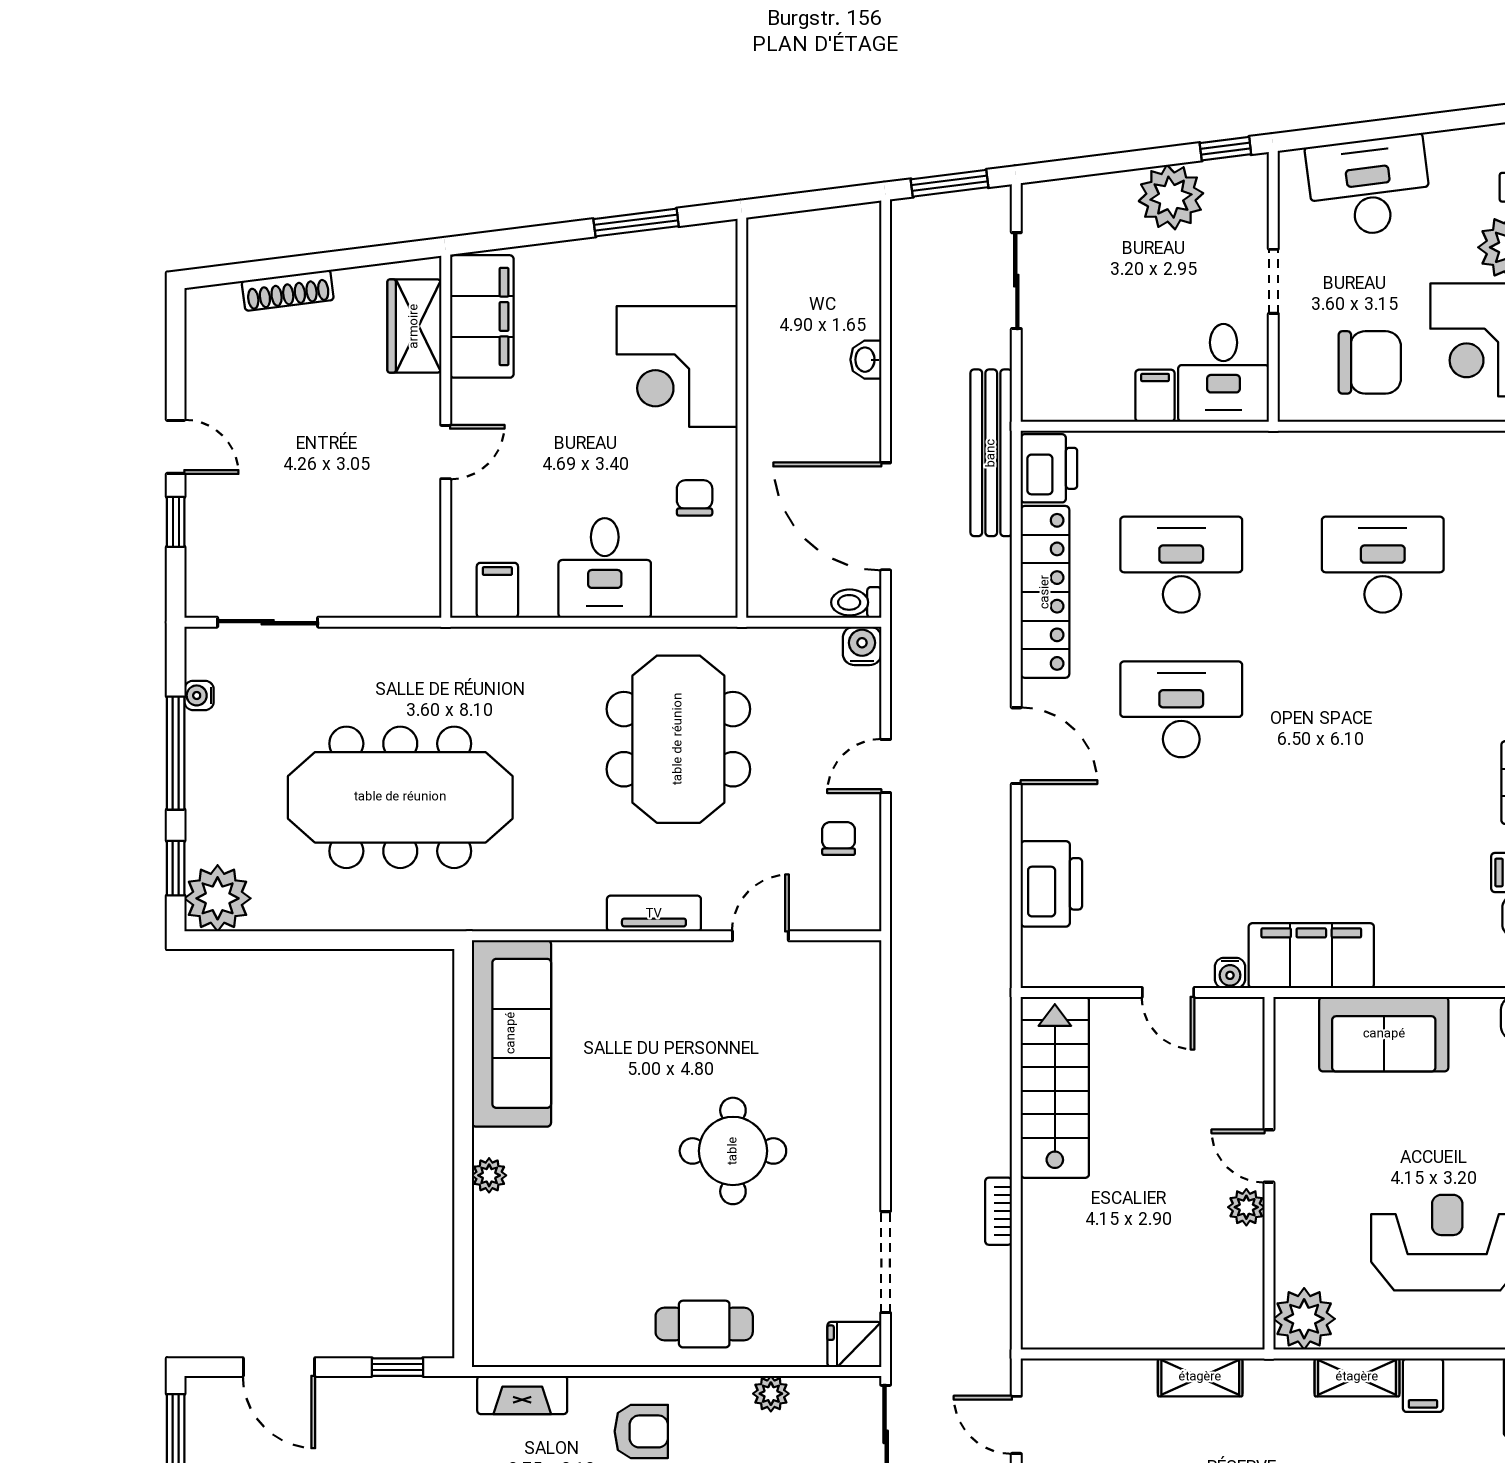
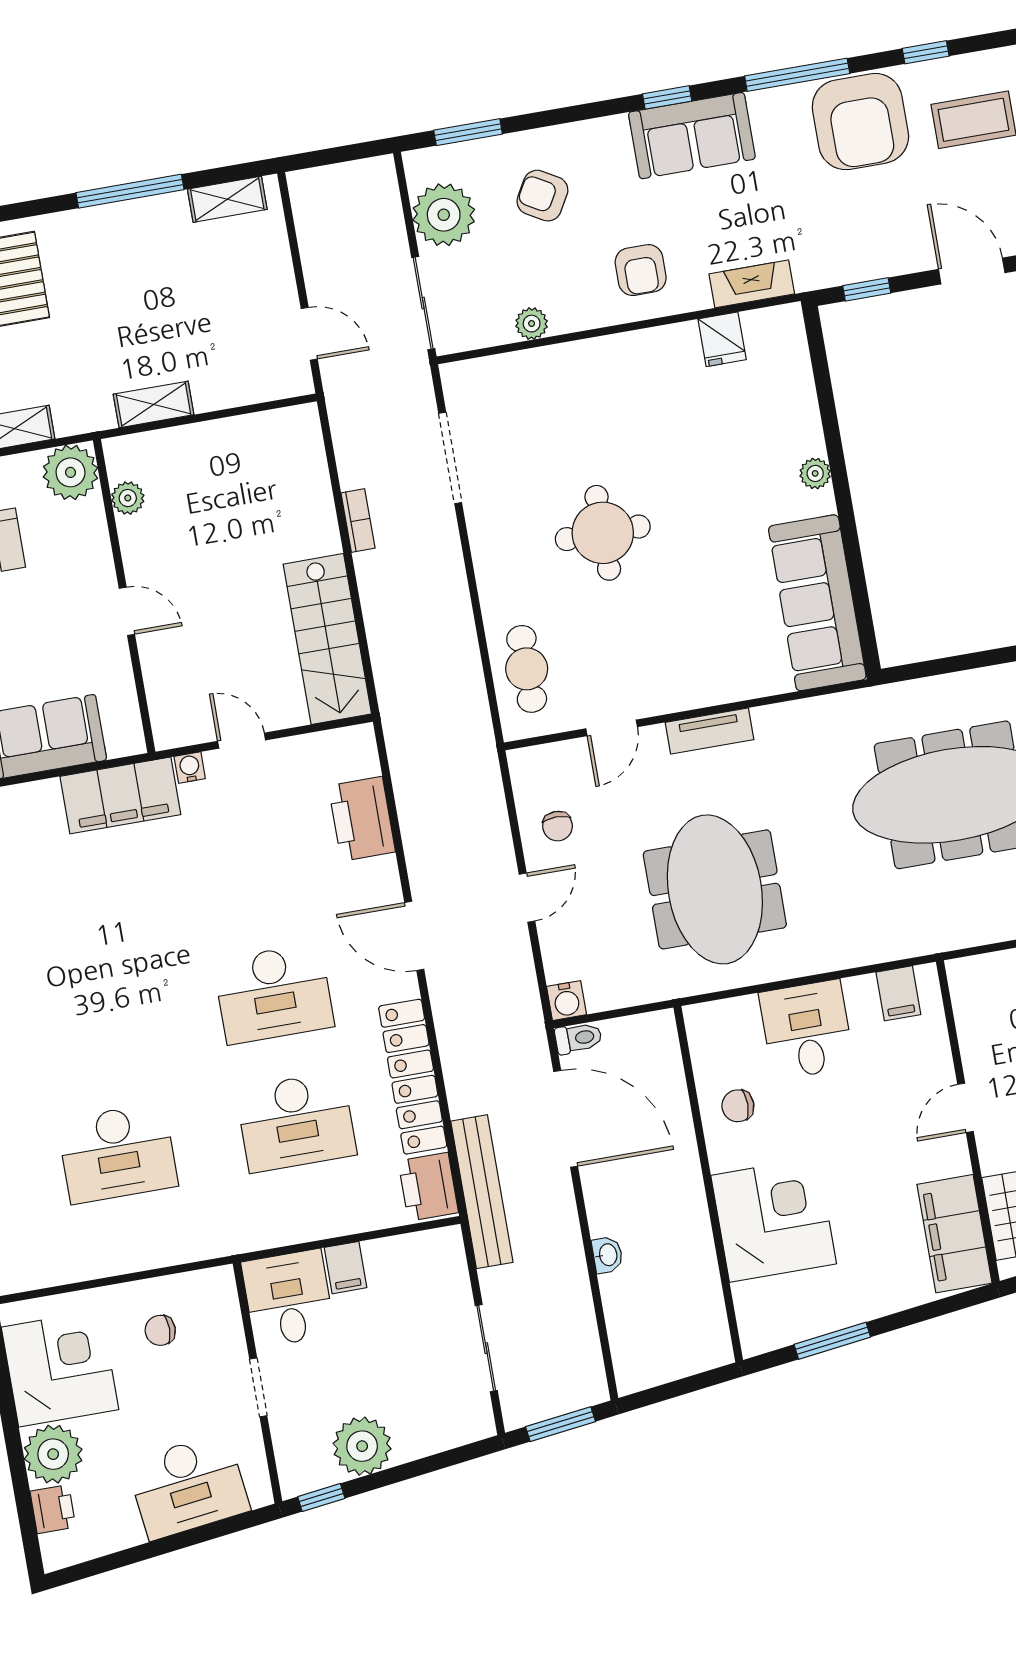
chair: (1370, 362) -> (160, 1330), width x0.54, depth x0.54
chair: (695, 498) -> (738, 1106), turned 90
plant: (1246, 1207) -> (128, 498), moved
cafe table: (704, 1324) -> (527, 669), moved, turned 90
fridge: (854, 1344) -> (722, 339), moved, turned 90
armchair: (641, 1431) -> (641, 270), turned -90

